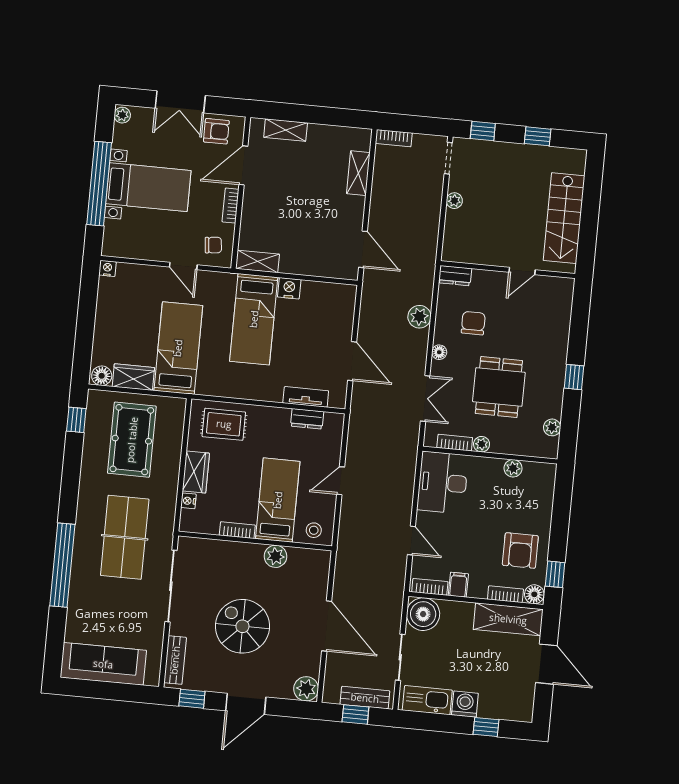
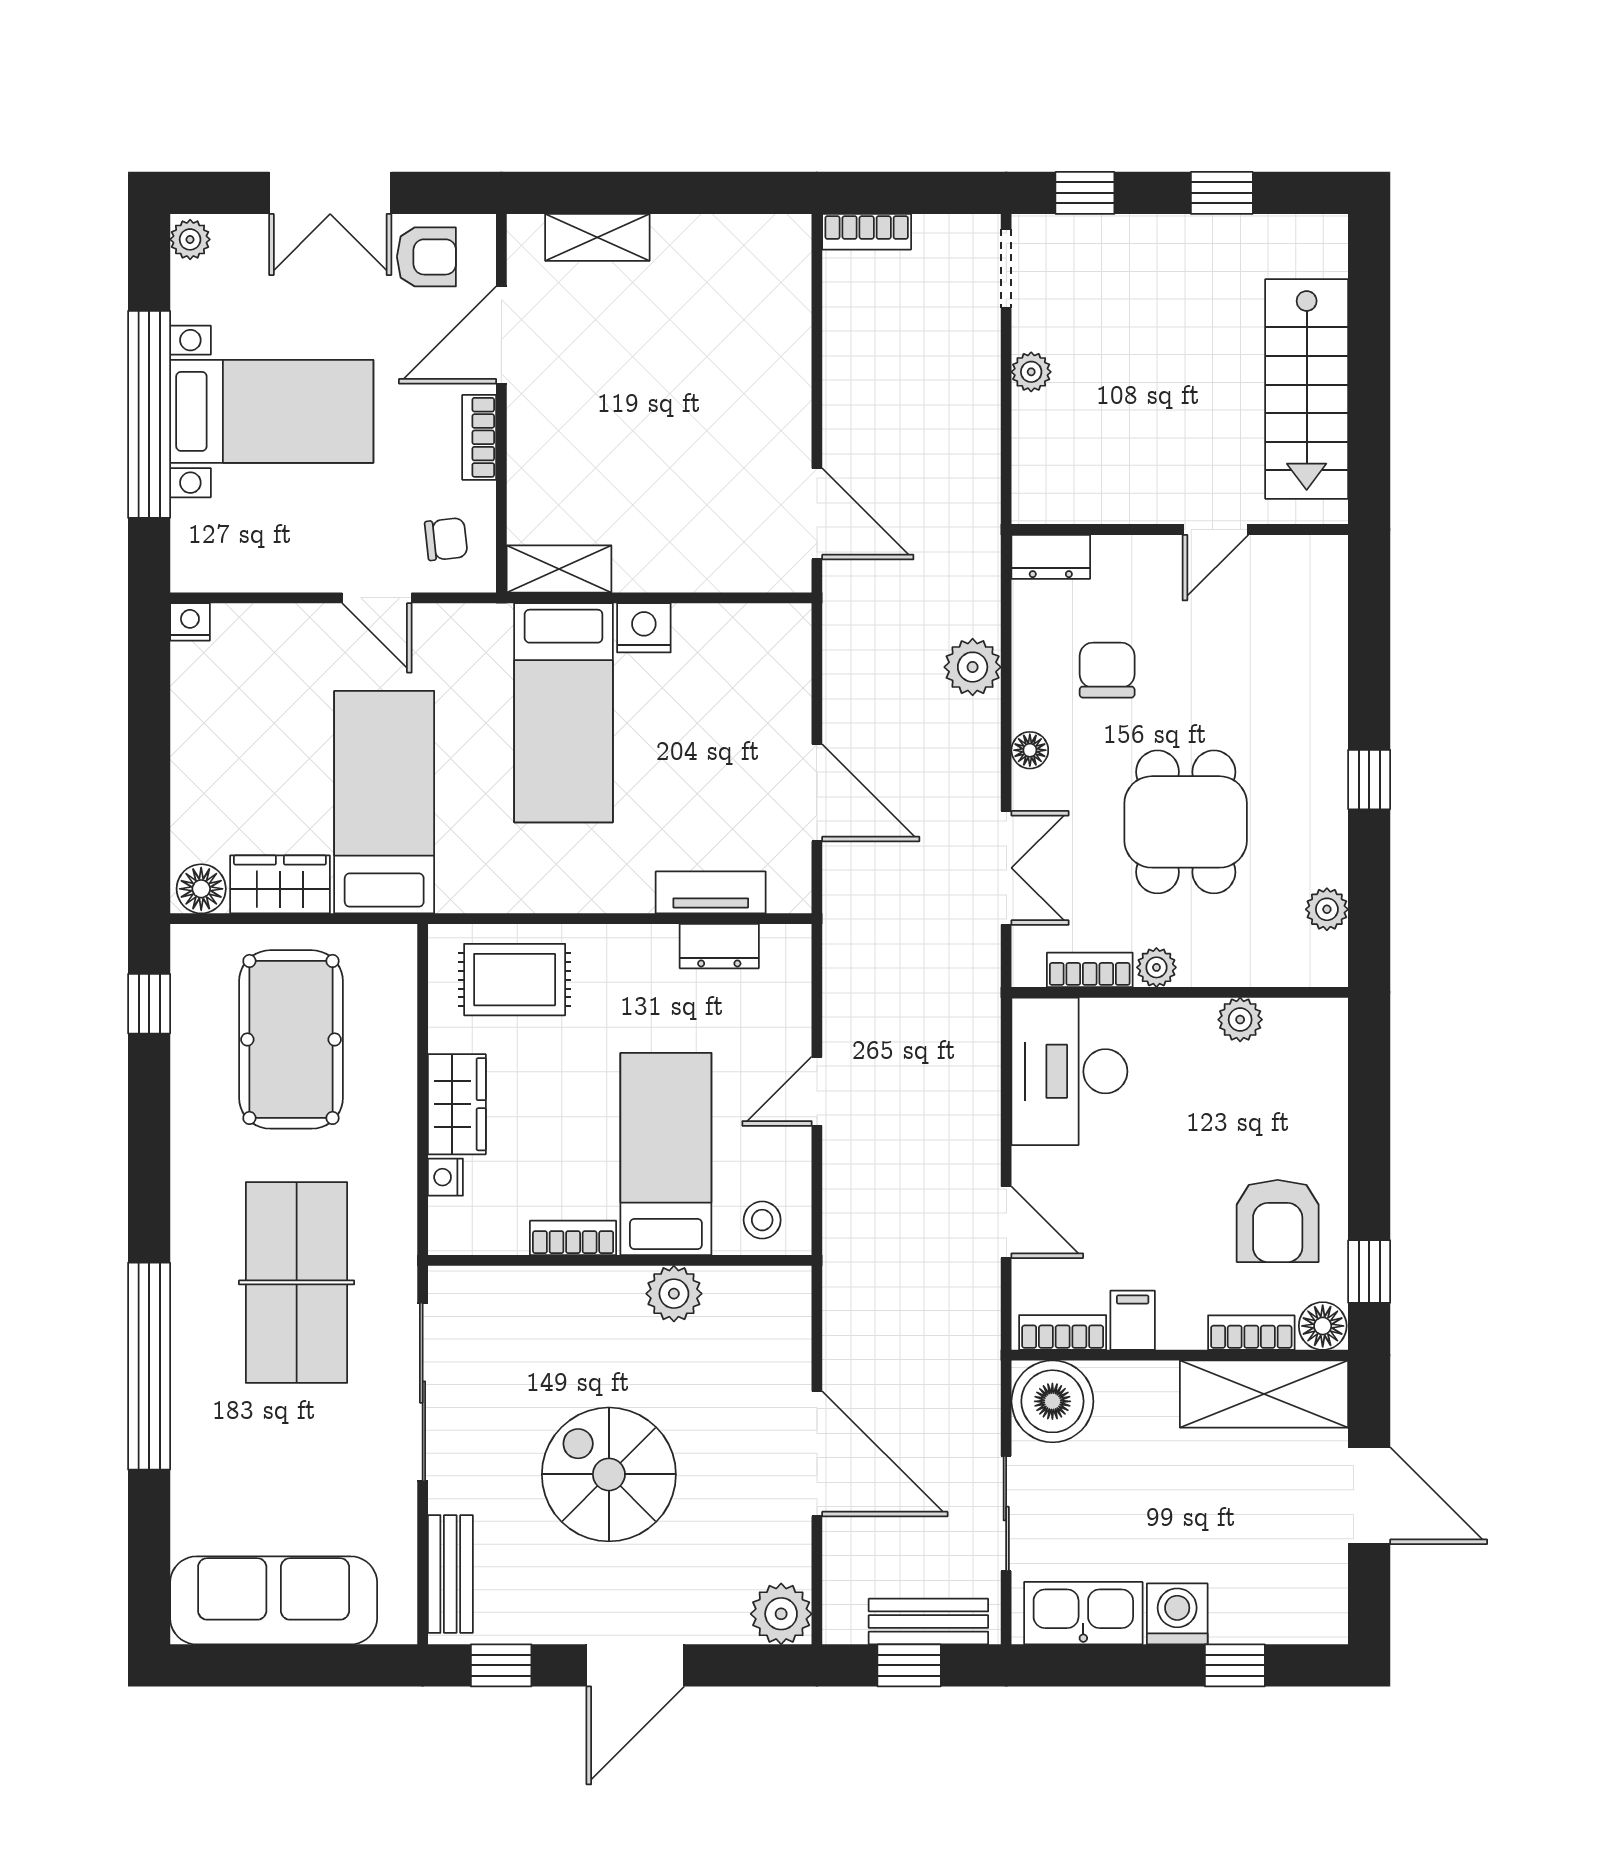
shelving: (358, 173) -> (787, 327), removed

